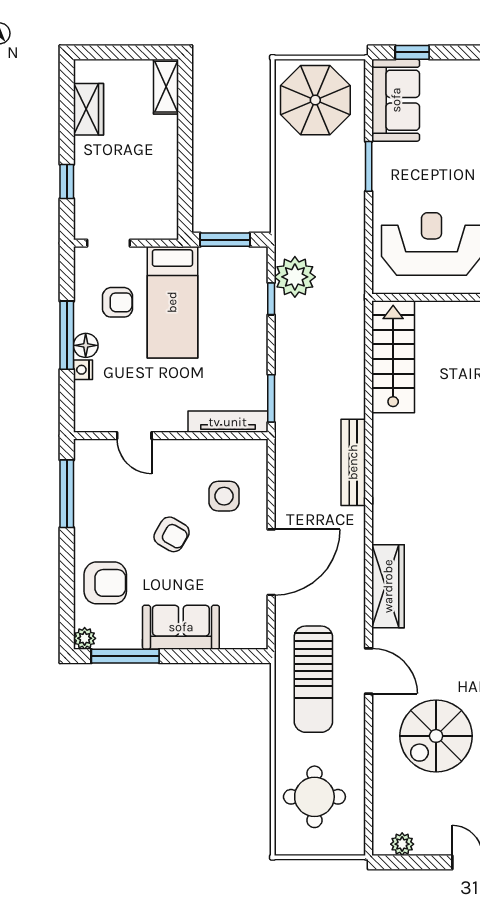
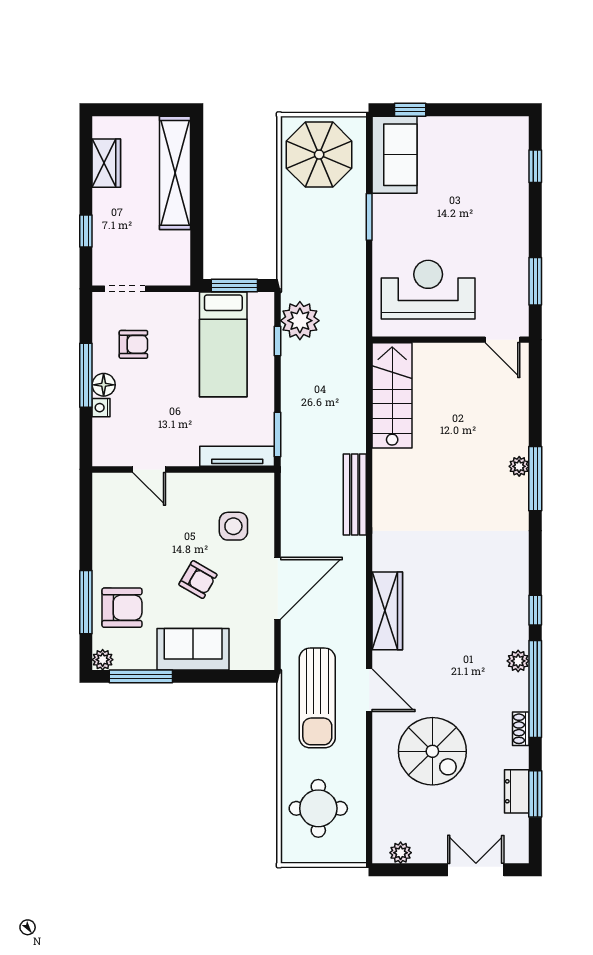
shelving: (166, 87) -> (175, 173), width x2.20, depth x1.33
bed: (172, 302) -> (223, 344), moved
window: (67, 494) -> (86, 602), moved
armchair: (172, 534) -> (198, 580), moved
spiral stairs: (436, 736) -> (432, 751), turned -90

